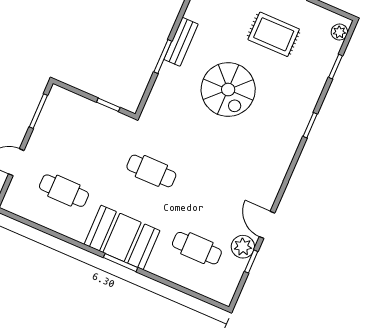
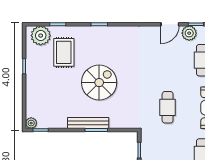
plant: (339, 32) -> (41, 36), width x1.87, depth x1.87
rug: (274, 34) -> (64, 52), moved
bench: (181, 42) -> (88, 123), width x1.36

